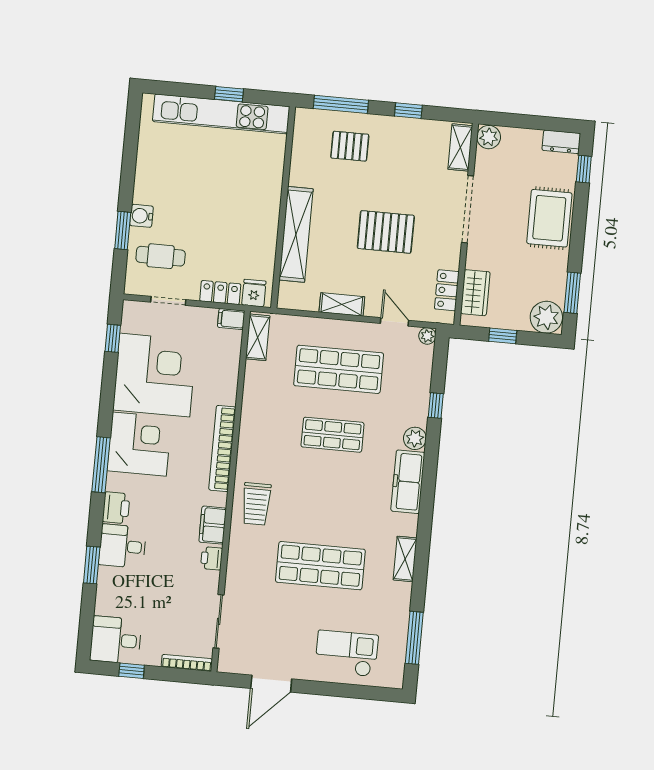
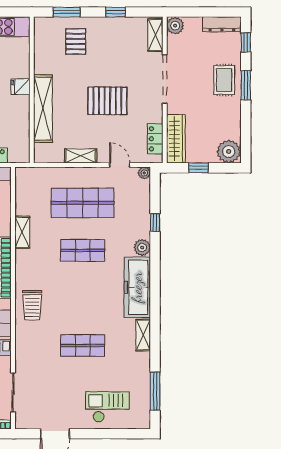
window: (341, 104) -> (67, 12), width x0.69
dresser: (561, 142) -> (222, 24), width x1.44
pallet: (350, 146) -> (76, 41), turned 90
rug: (549, 218) -> (224, 80), width x0.73, depth x0.70
fridge: (254, 293) -> (20, 87), moved, turned -90
wardrobe: (475, 293) -> (176, 139), width x1.50
window: (572, 293) -> (246, 85), moved
shelving: (258, 337) -> (22, 232), moved
freezer: (408, 482) -> (137, 287), width x1.36, depth x1.26
shop shelf: (320, 566) -> (83, 346), width x0.70, depth x0.74

